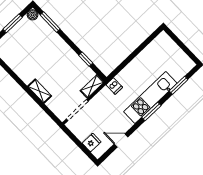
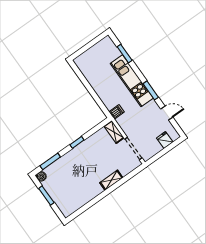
window: (86, 59) -> (77, 142), moved
window: (151, 111) -> (151, 90), moved
door: (121, 140) -> (167, 113), swing flipped

